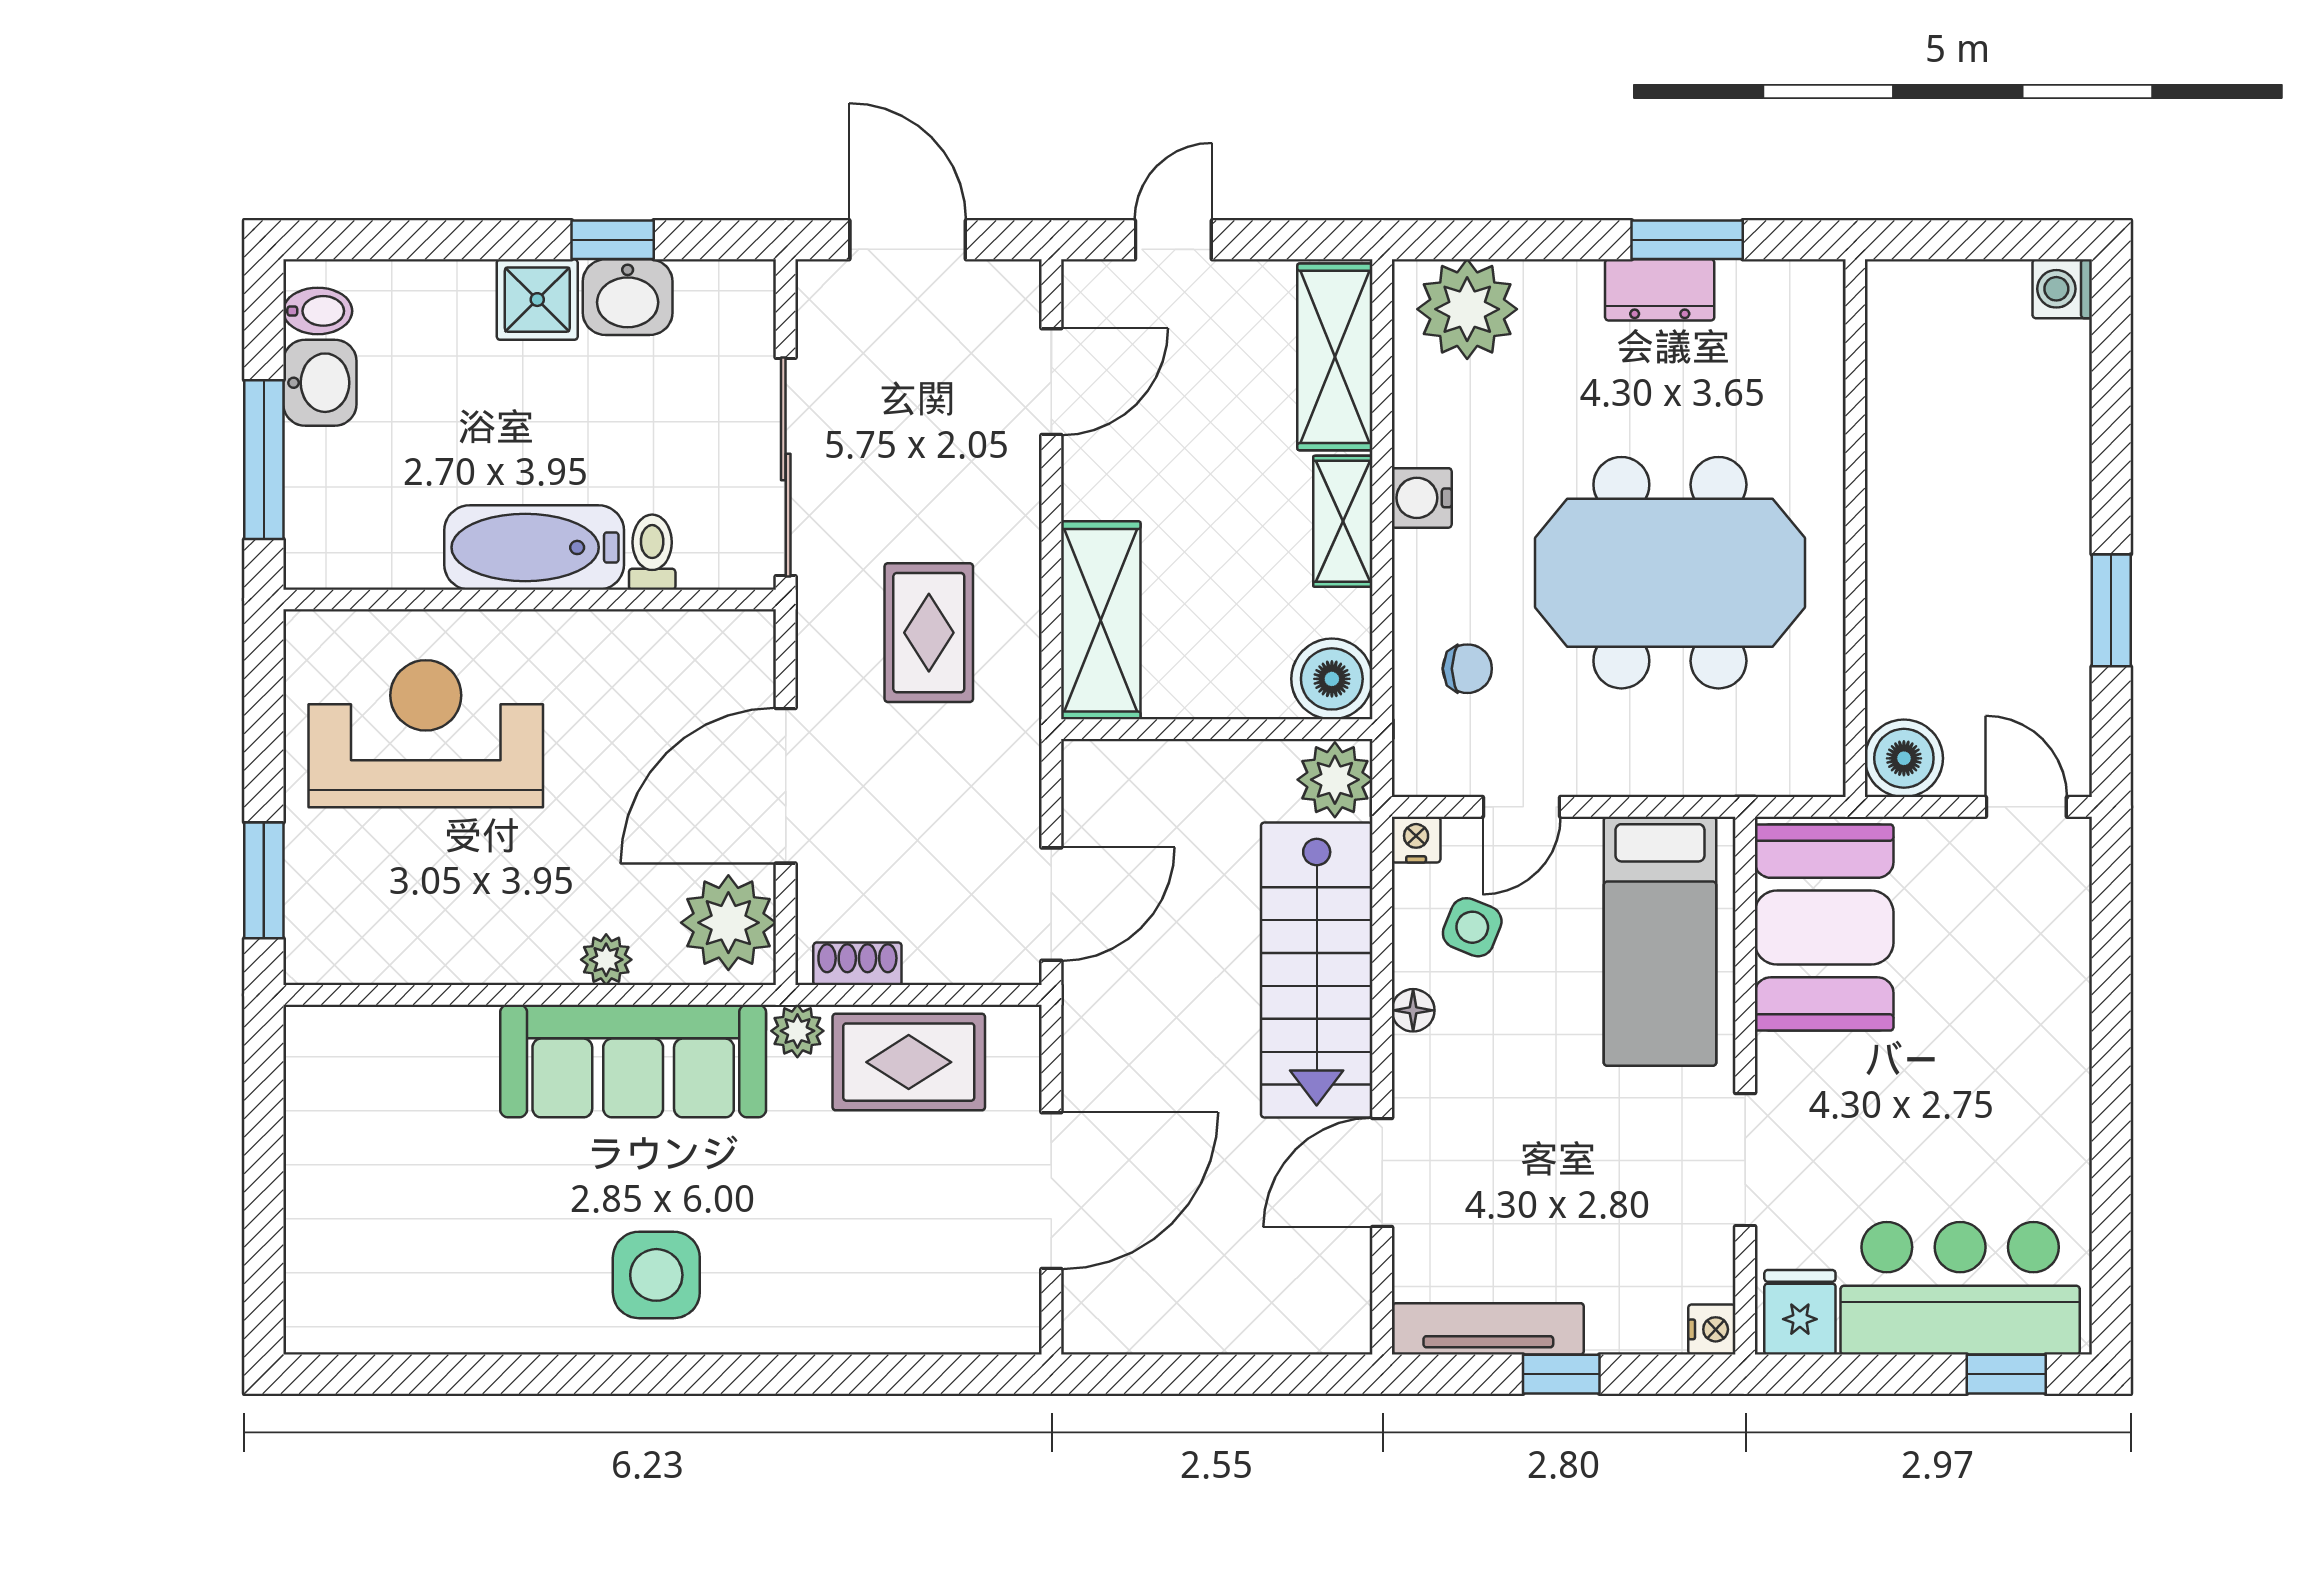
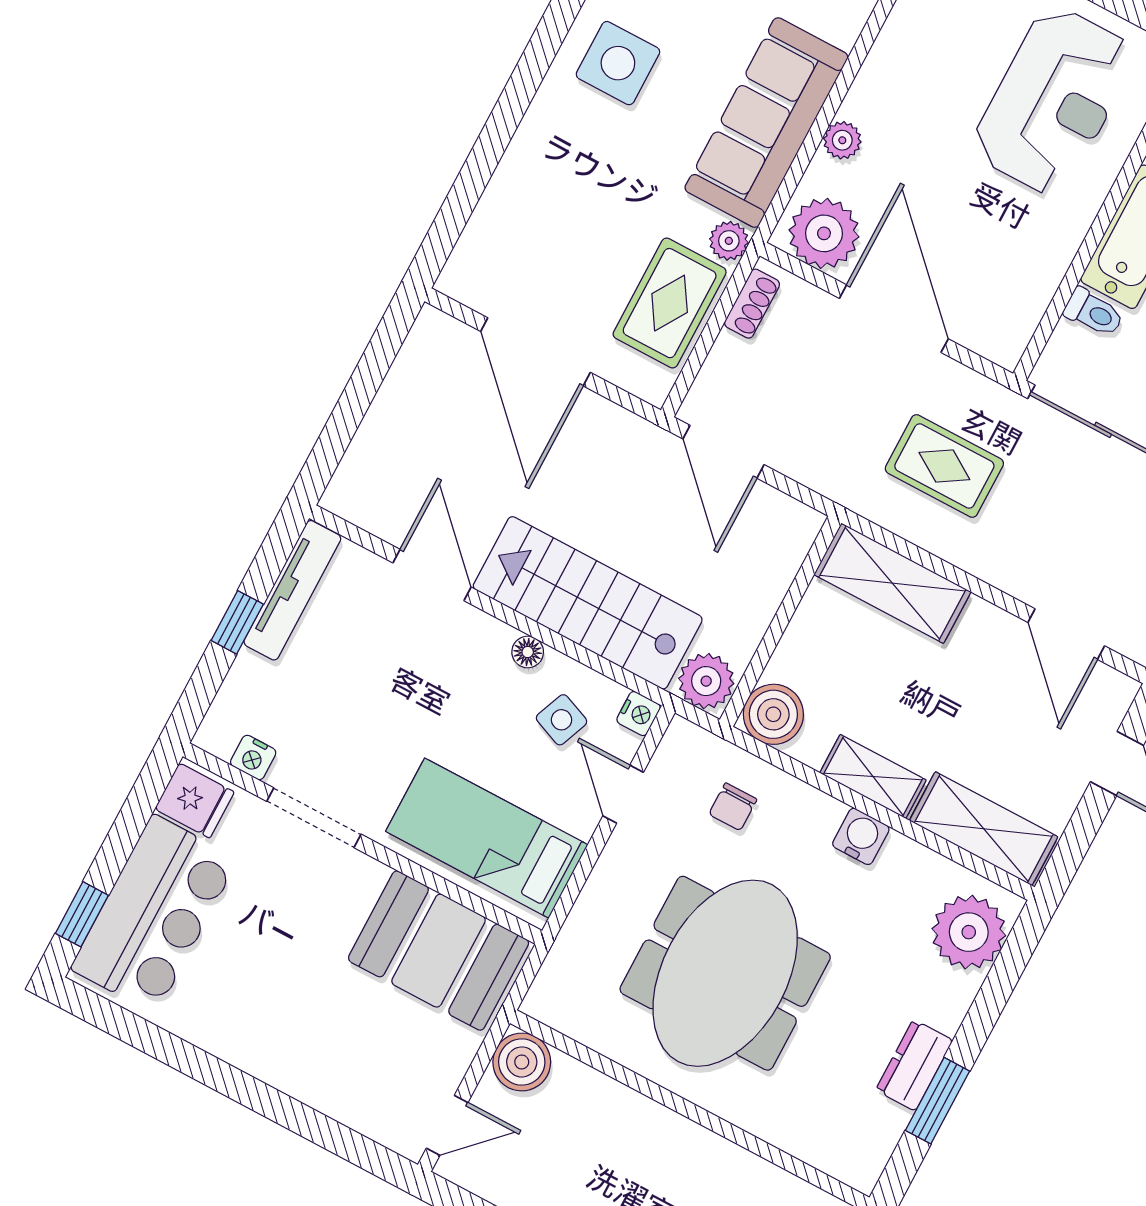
nightstand: (1712, 1329) -> (253, 758), moved

